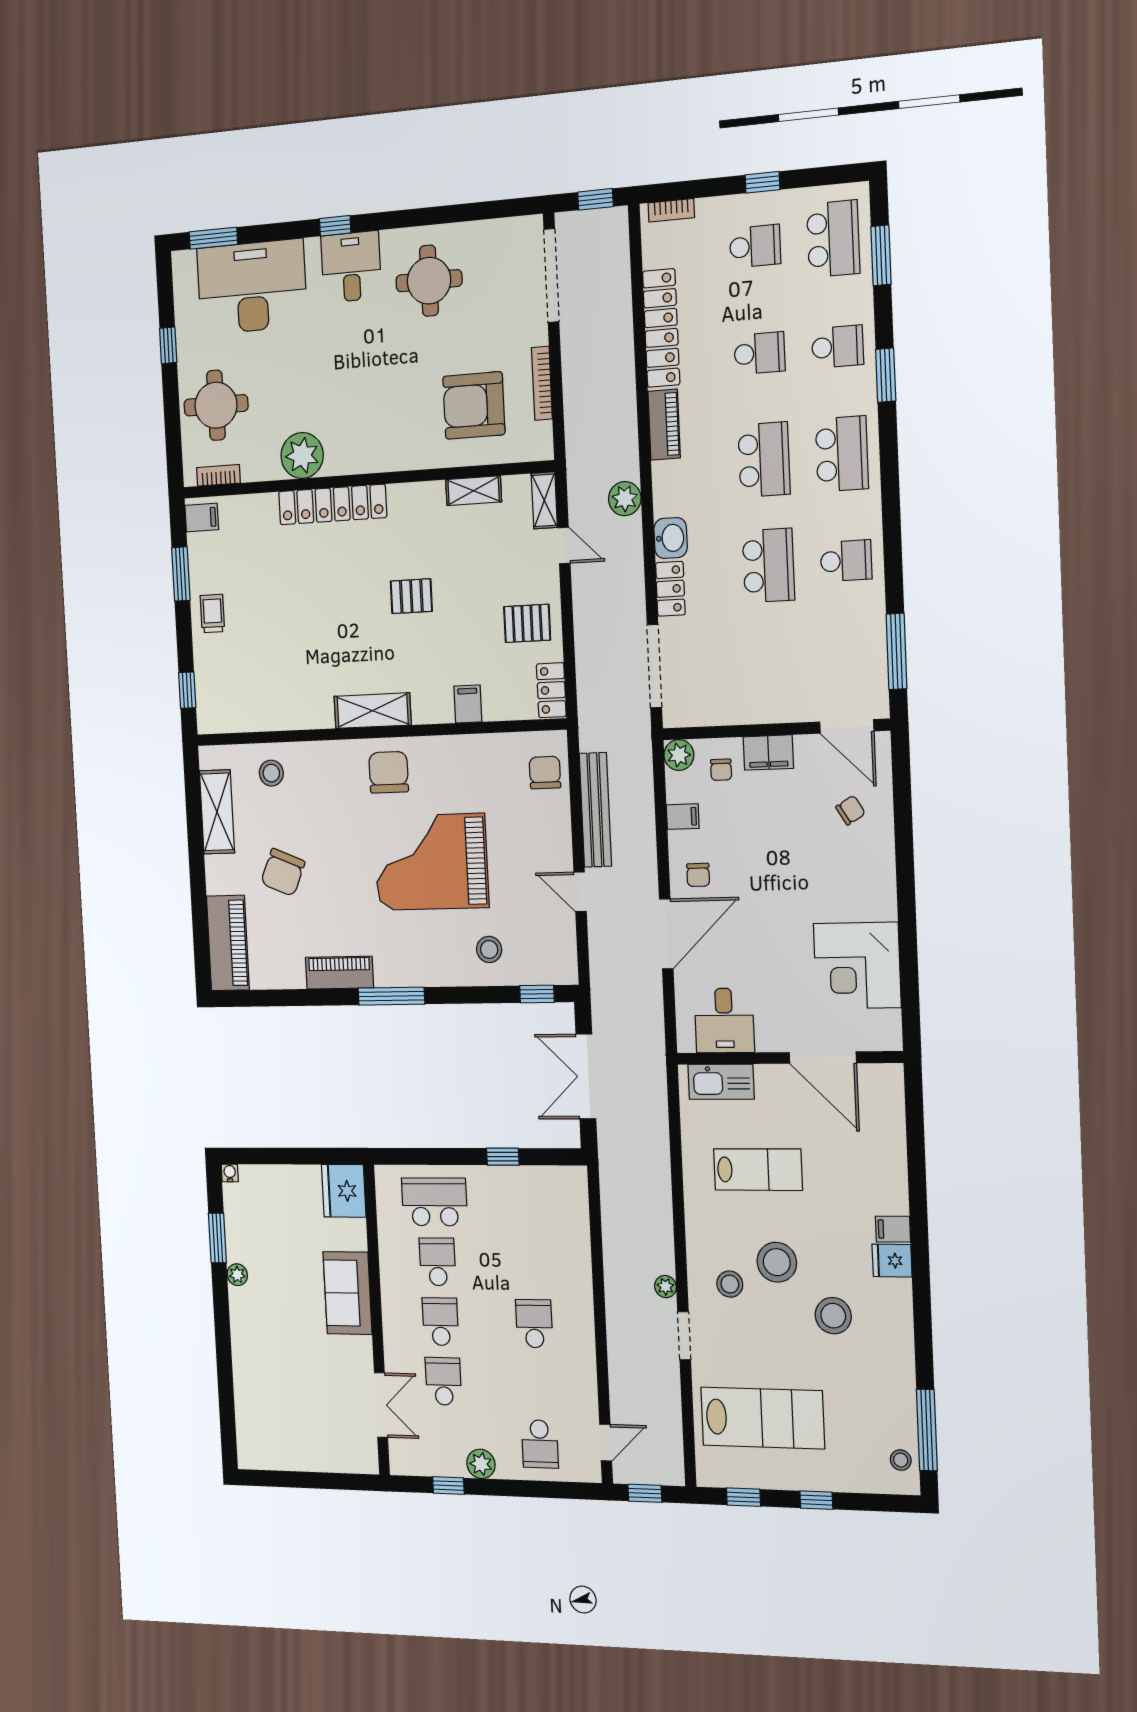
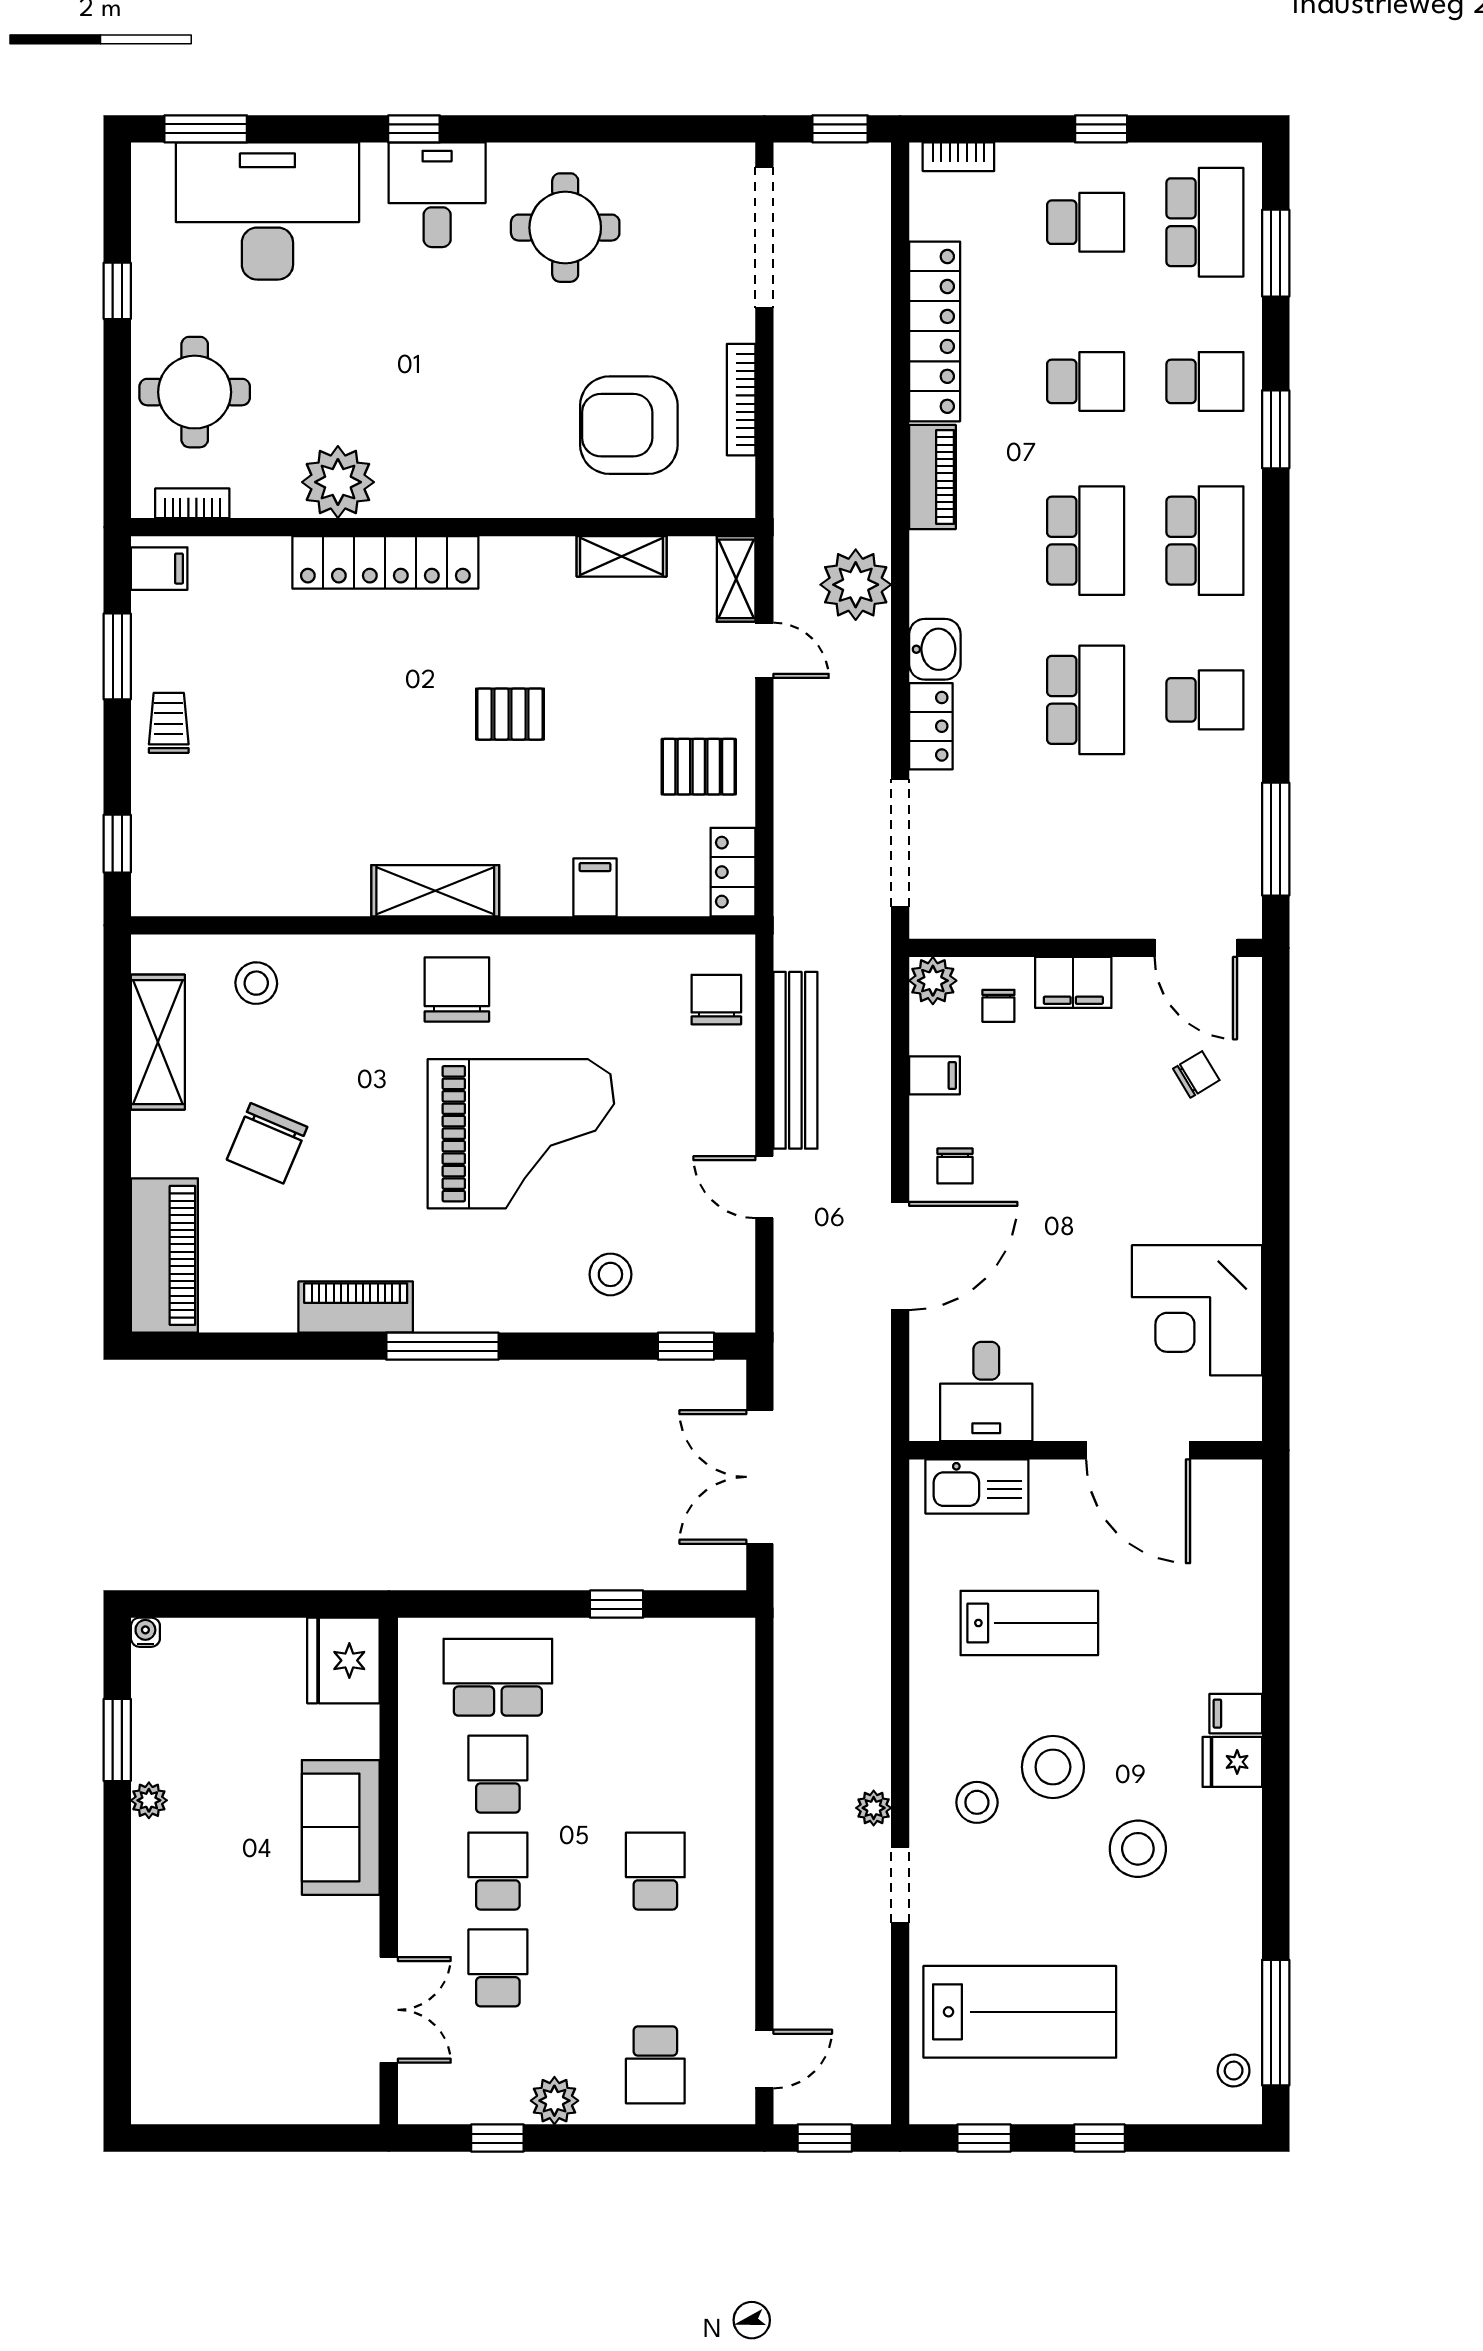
plant: (625, 499) -> (856, 585), width x1.36, depth x1.36
grand piano: (431, 862) -> (521, 1134), turned 180

